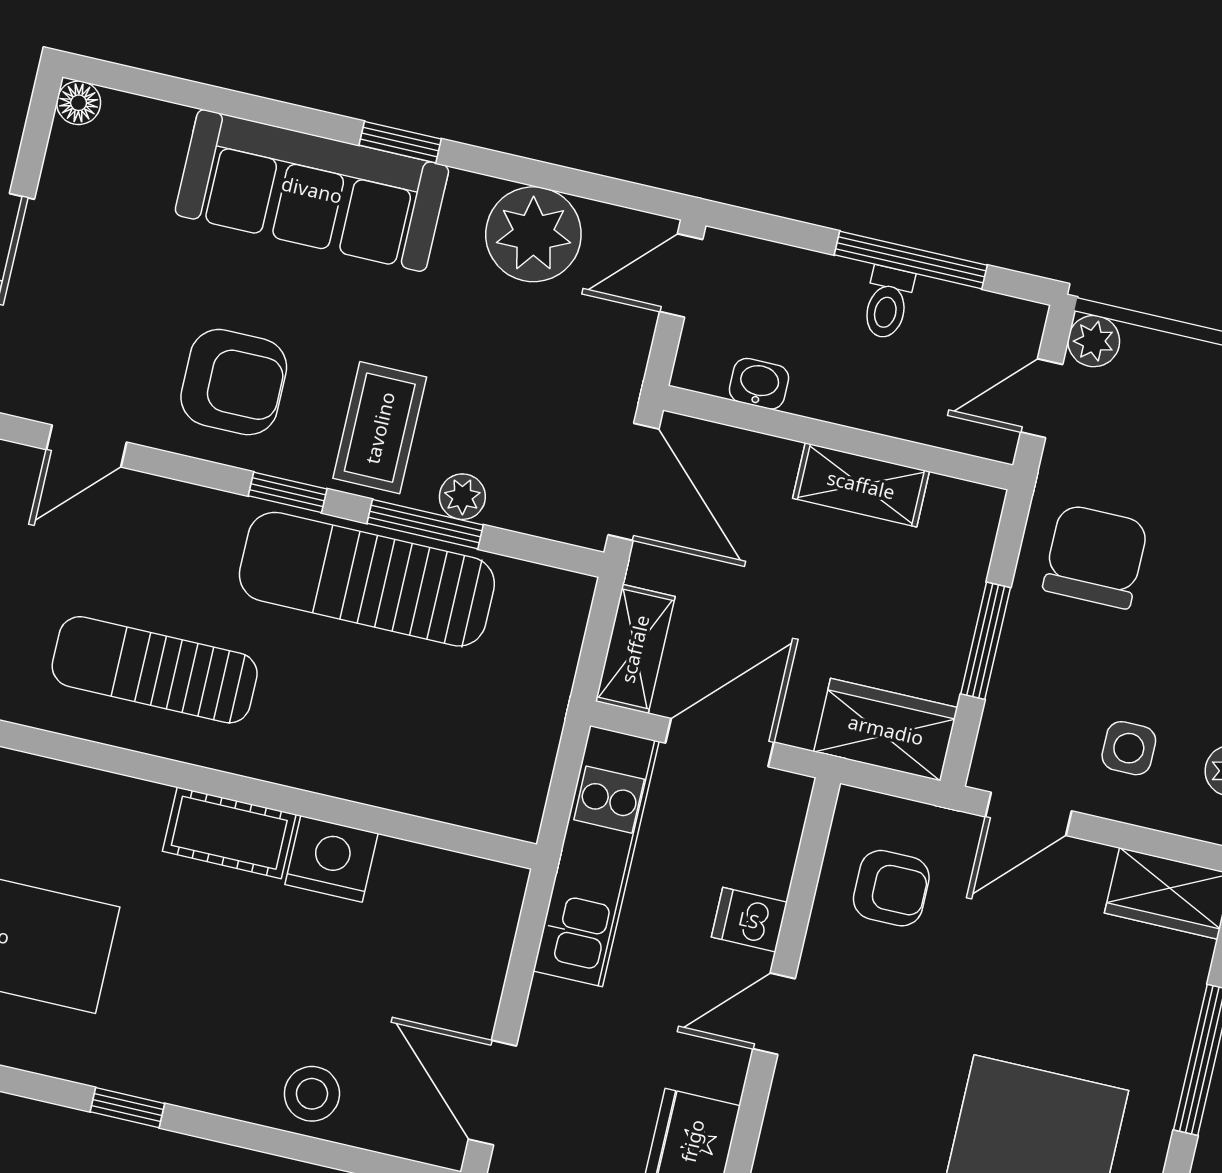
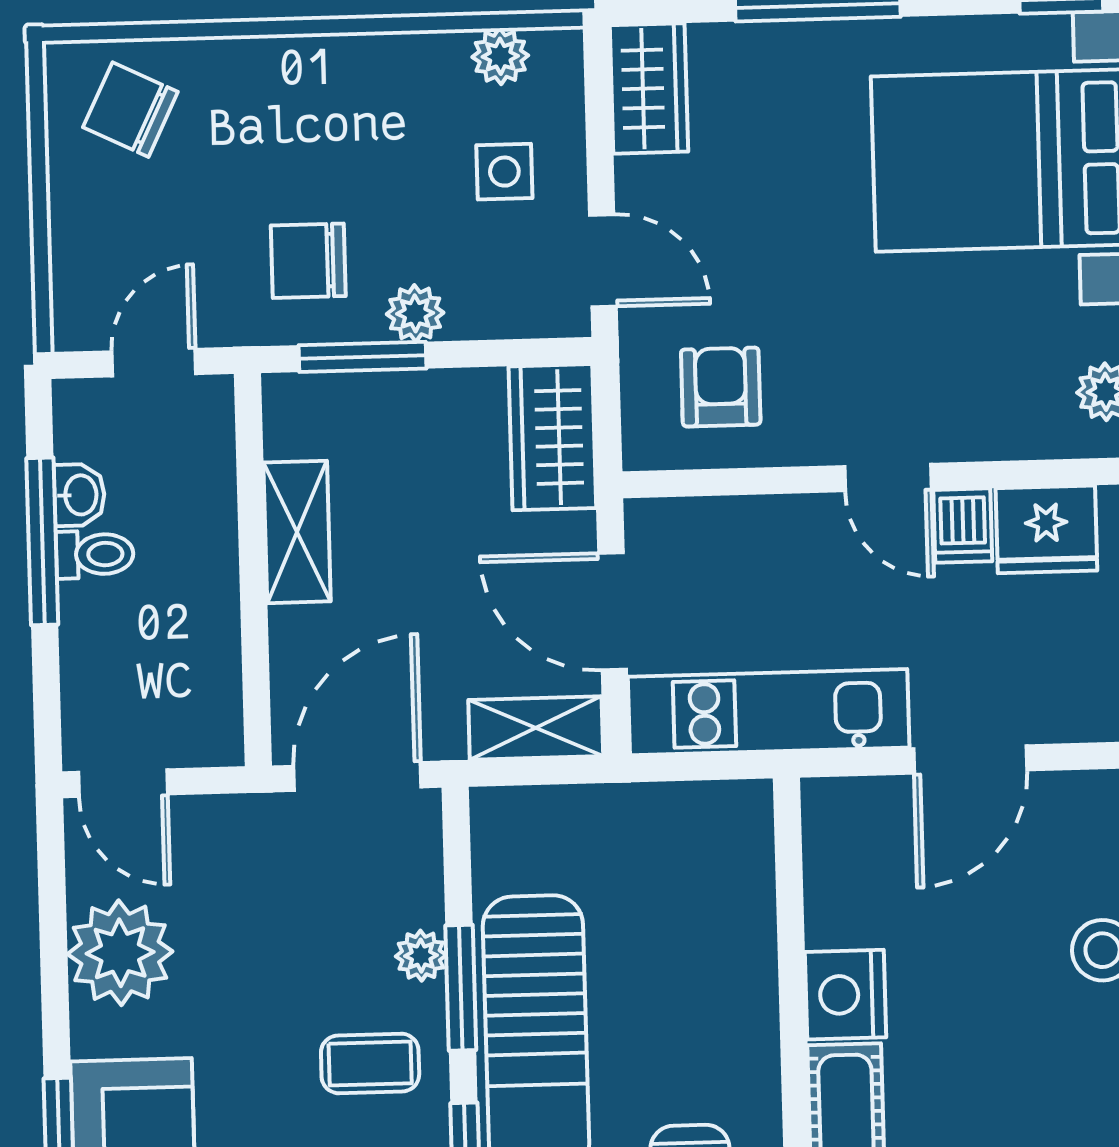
plant: (1094, 341) -> (415, 313), moved
washbasin: (759, 384) -> (79, 495), moved, turned 180
door: (1042, 398) -> (154, 363), swing flipped
coffee table: (380, 428) -> (370, 1063), width x0.73, depth x0.77
chair: (1095, 556) -> (308, 261), width x0.73, depth x0.73
window: (986, 641) -> (362, 357), moved
dishwasher: (749, 920) -> (963, 526), moved
door: (492, 1093) -> (970, 759), moved

